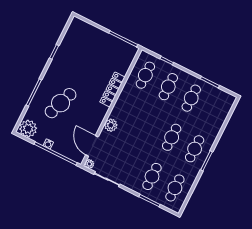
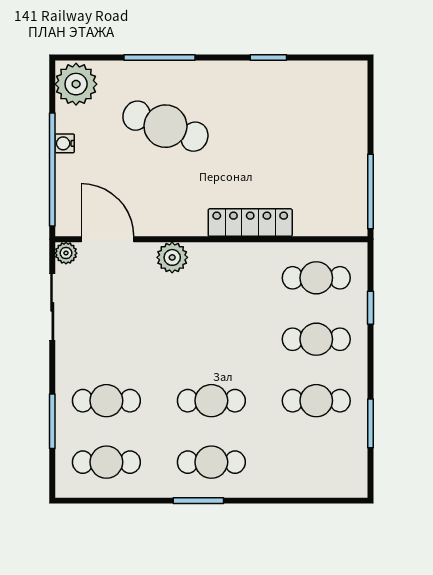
door: (92, 146) -> (108, 239), hinge flipped

